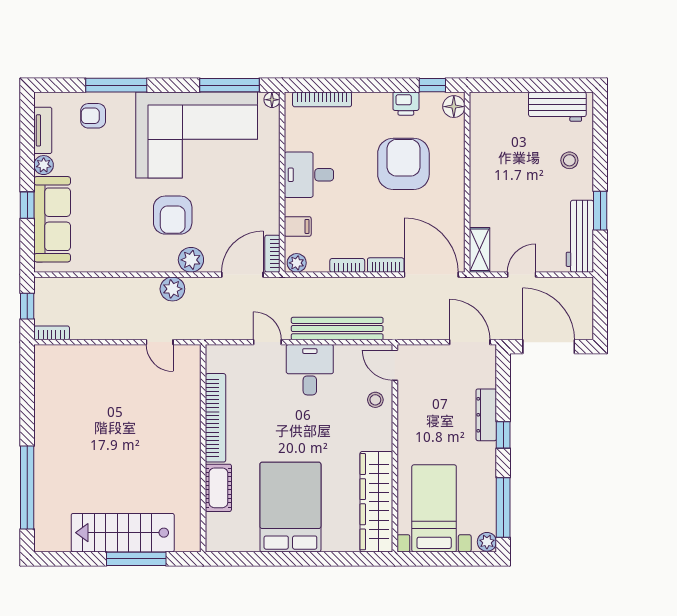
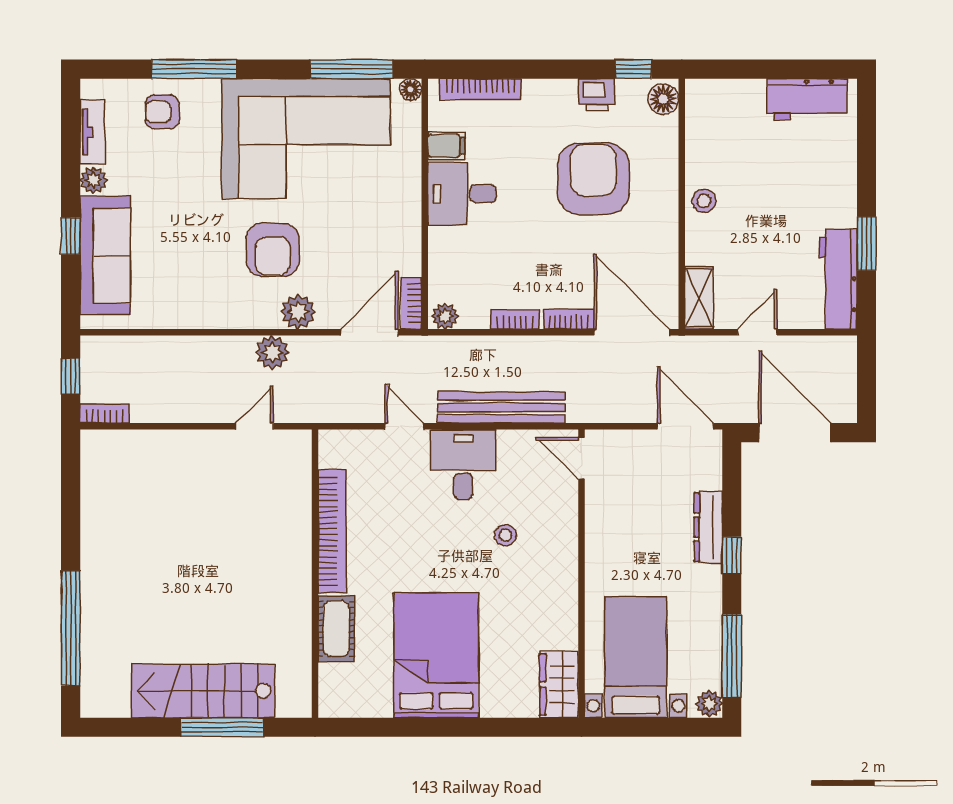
stool: (569, 160) -> (704, 201), moved
filing cabinet: (298, 226) -> (446, 146), moved
door: (160, 342) -> (255, 426), swing flipped
stool: (375, 400) -> (505, 535), moved
wardrobe: (376, 502) -> (559, 685), width x0.48, depth x0.85

